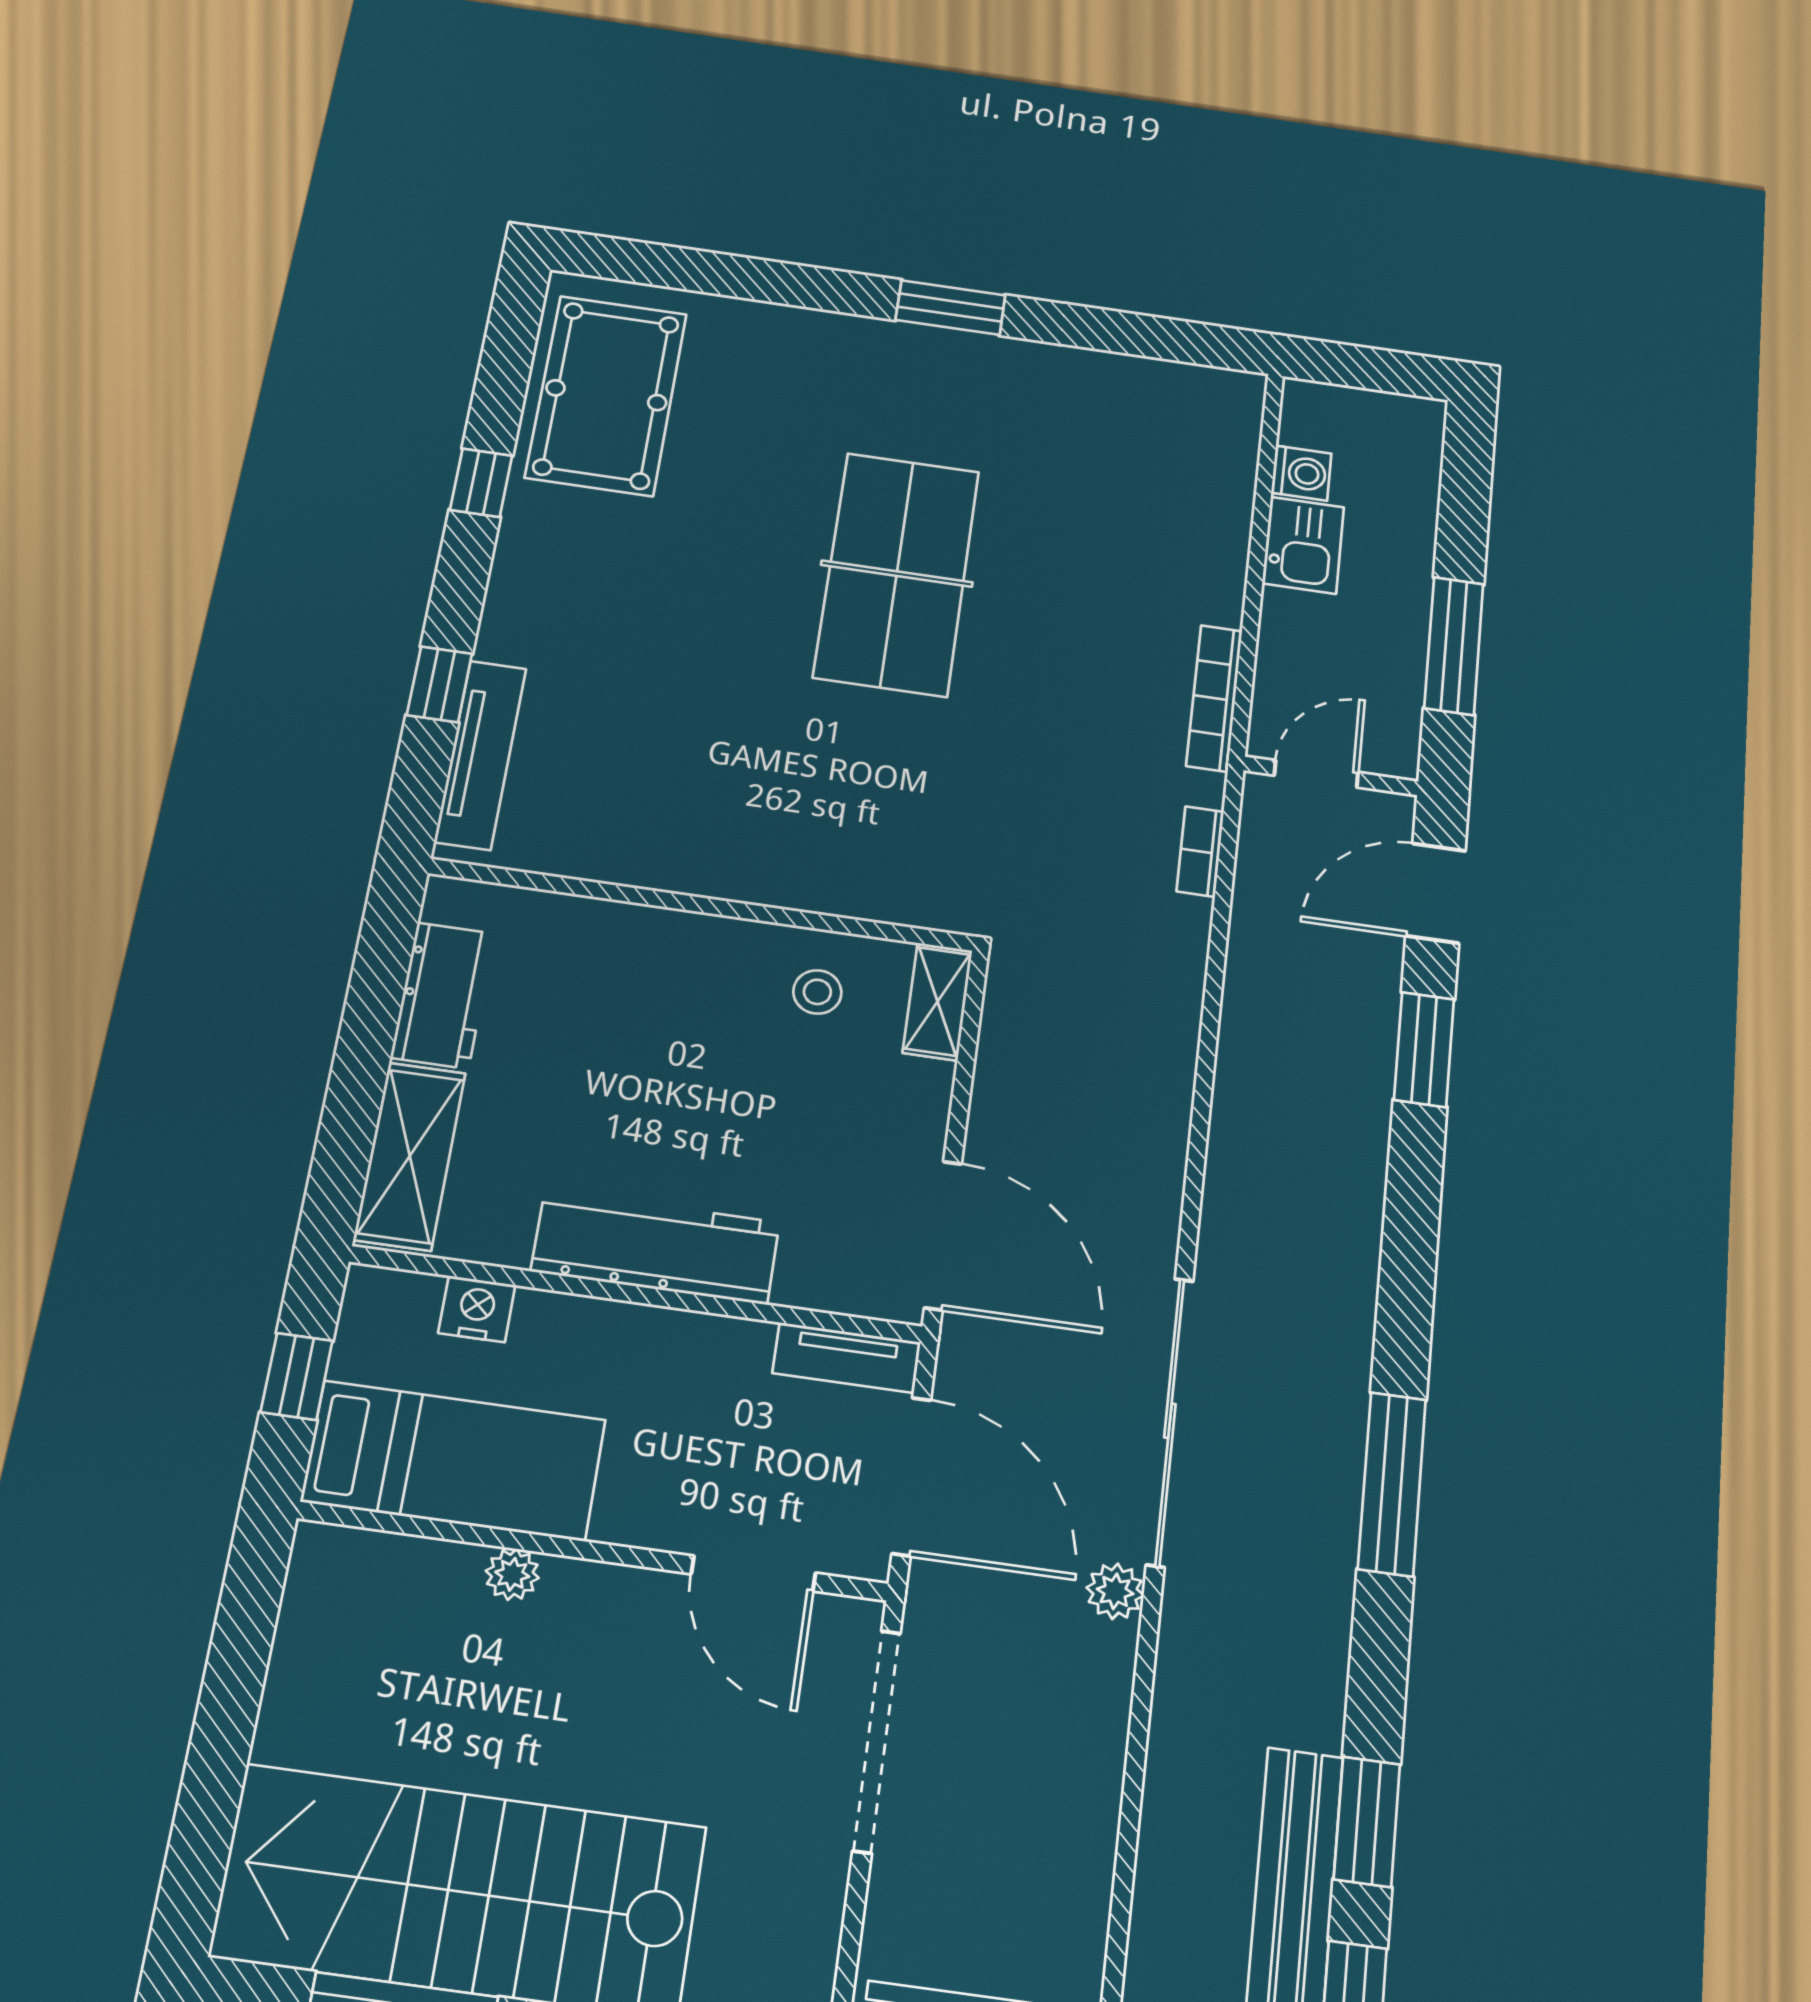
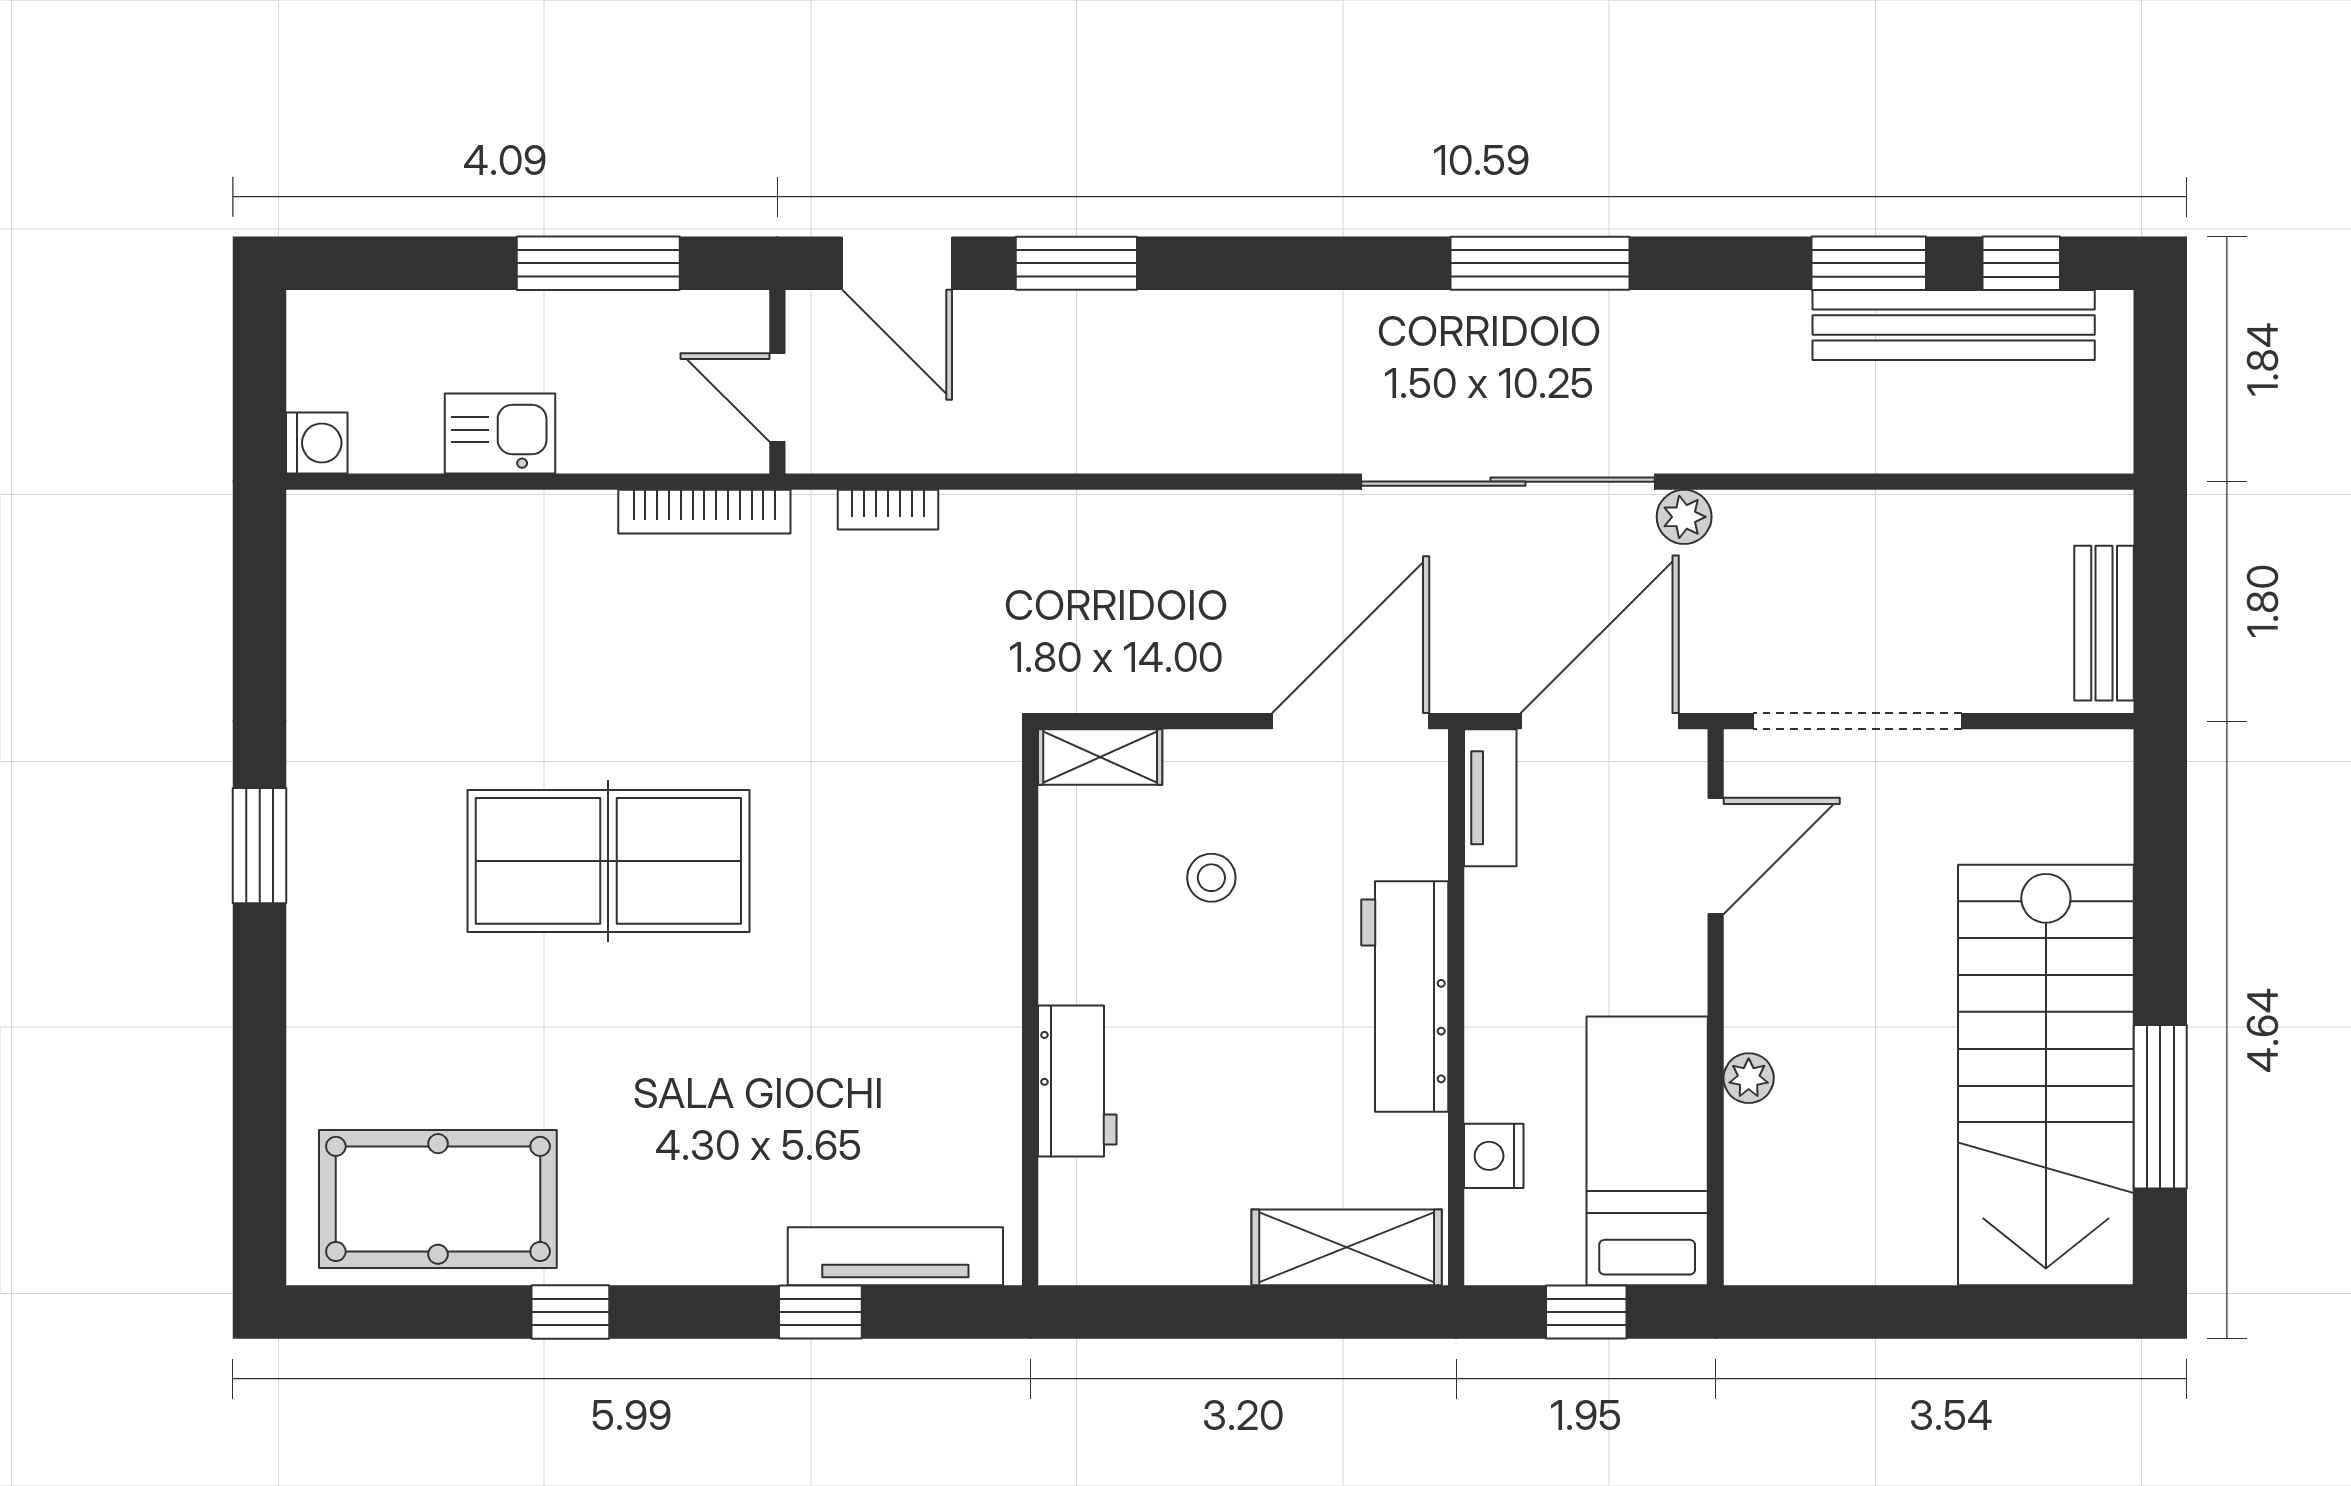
washing machine: (1301, 473) -> (317, 443), moved, turned 90
stool: (817, 992) -> (1211, 878), moved
workbench: (443, 995) -> (1077, 1081), moved, turned 90

